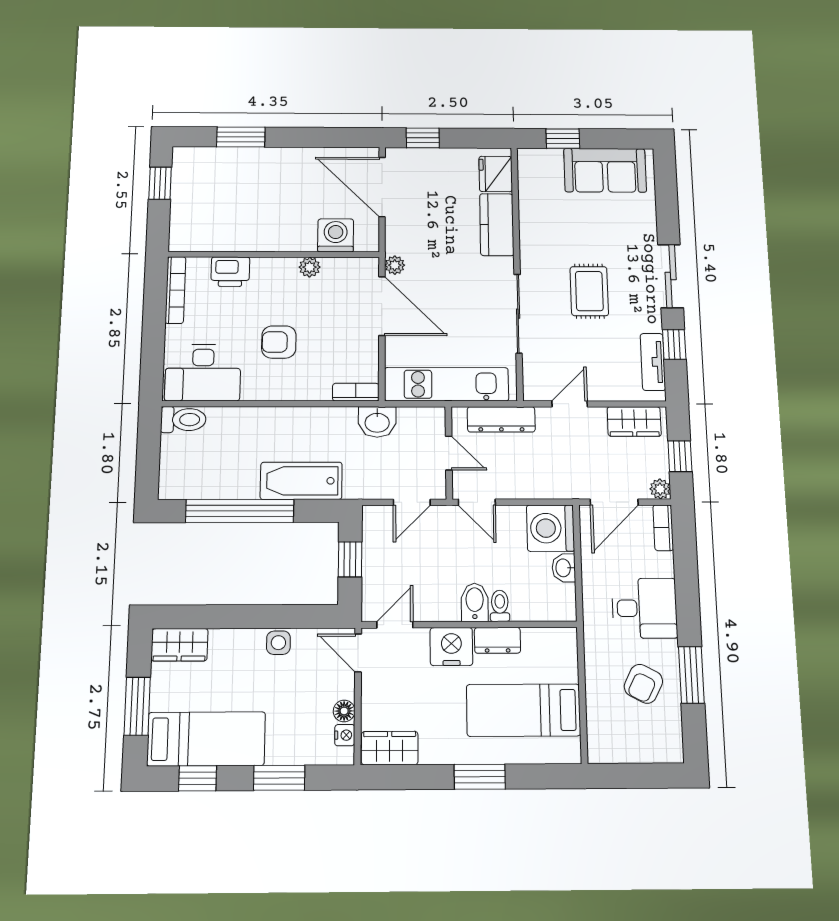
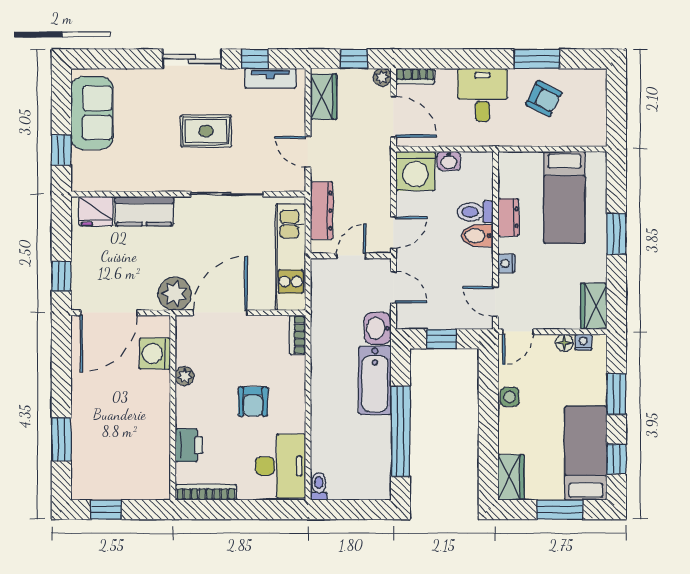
plant: (395, 265) -> (175, 294), width x1.87, depth x1.87
toilet: (183, 420) -> (319, 486), width x0.73, depth x0.72
washbasin: (377, 422) -> (378, 328), moved, turned 180
toilet: (500, 606) -> (475, 212), width x1.37, depth x1.39
nightstand: (451, 647) -> (506, 263), width x0.53, depth x0.56

